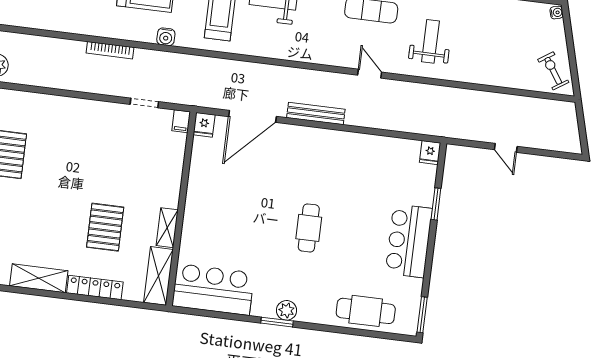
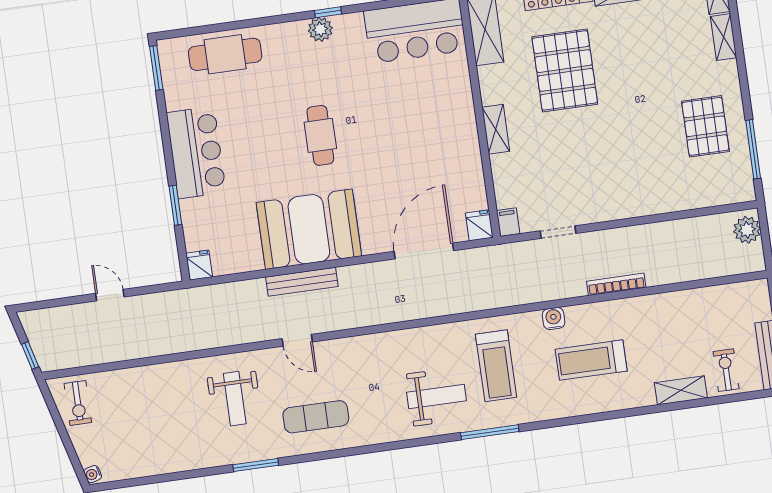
exercise bike: (553, 71) -> (78, 403), turned 34
bench: (316, 113) -> (302, 282), moved
window: (580, 118) -> (30, 356), added
booth: (337, 157) -> (309, 229), added
pallet: (105, 227) -> (565, 70), width x1.37, depth x1.41
shelving: (167, 228) -> (496, 129), moved
window: (277, 322) -> (328, 12), width x0.67

